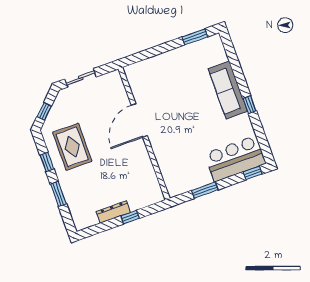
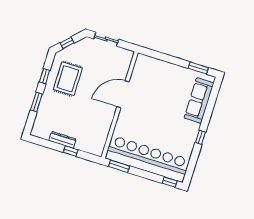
sofa: (228, 90) -> (199, 101), moved
bar counter: (235, 159) -> (147, 159), width x1.86
window: (205, 190) -> (119, 166), moved

